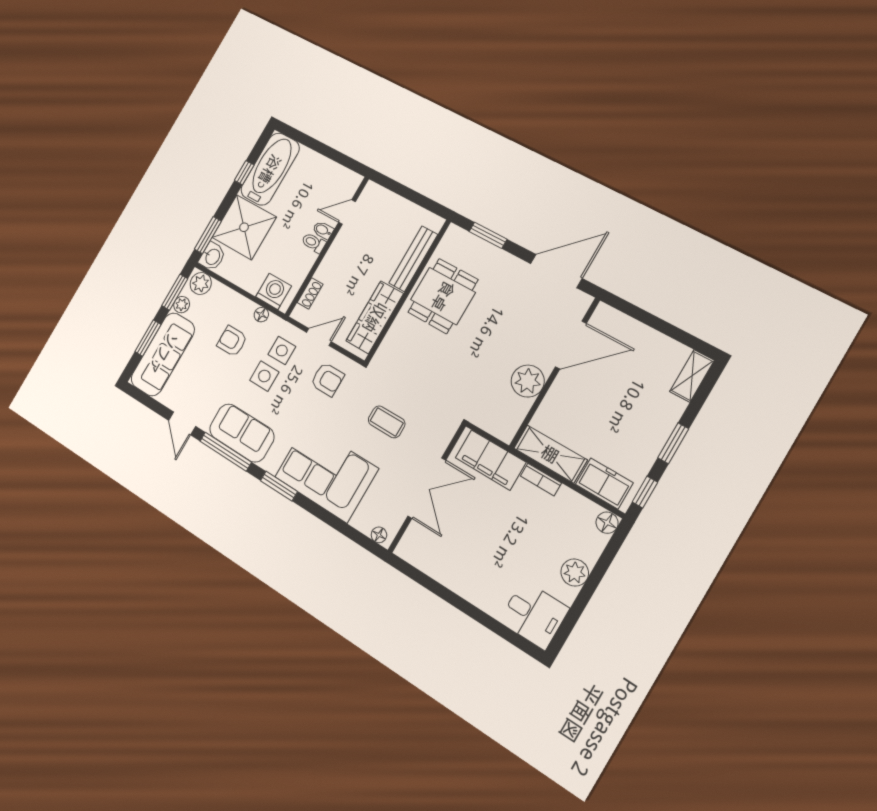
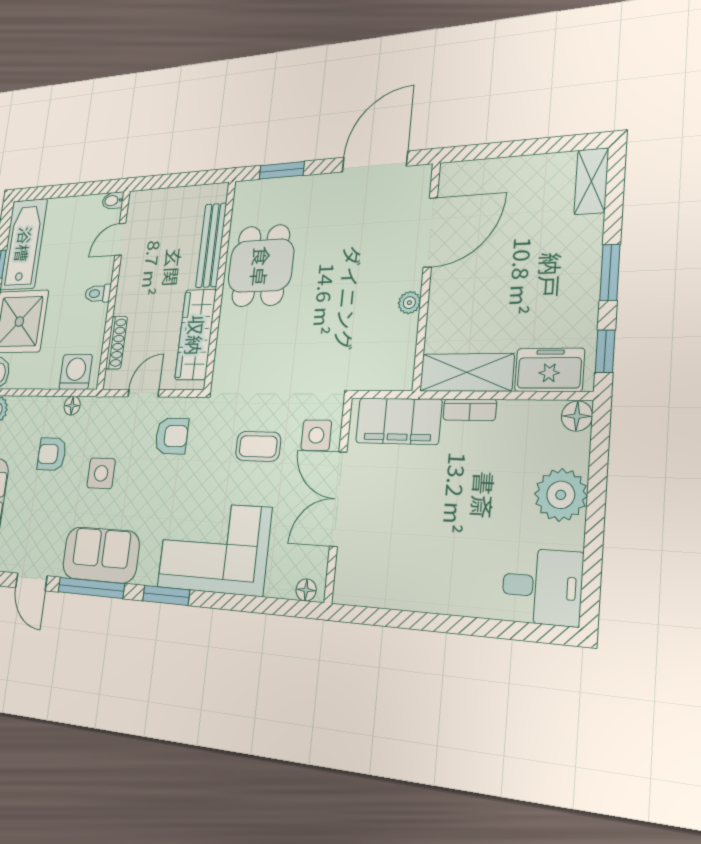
bidet: (323, 230) -> (113, 201), moved
shoe rack: (310, 293) -> (116, 343), width x1.43
side table: (282, 351) -> (316, 435), moved
plant: (528, 381) -> (409, 303), width x0.53, depth x0.53
double door: (427, 488) -> (338, 499), swing flipped
plant: (575, 573) -> (561, 495), width x1.36, depth x1.36

